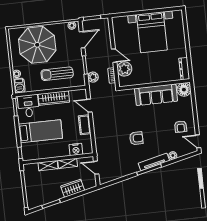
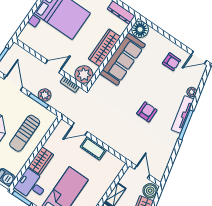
plant: (124, 69) -> (84, 74), moved
plant: (93, 77) -> (45, 95), moved
wardrobe: (153, 77) -> (104, 48), added
wardrobe: (54, 98) -> (41, 161), width x0.67
nightstand: (76, 149) -> (109, 176), removed
door: (96, 168) -> (142, 172), swing flipped
boiler: (89, 183) -> (150, 191), added

